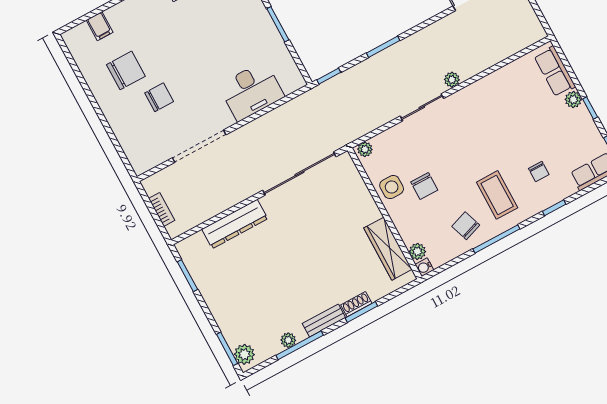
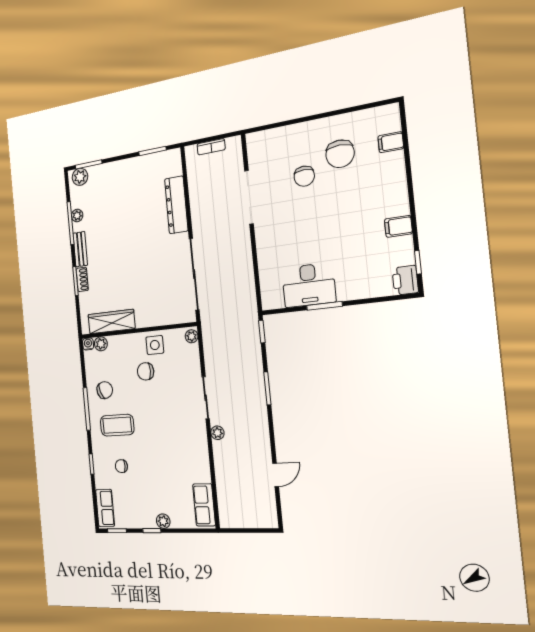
row of seats: (555, 71) -> (204, 505), moved, turned -90
desk: (251, 91) -> (309, 285), moved, turned -90

